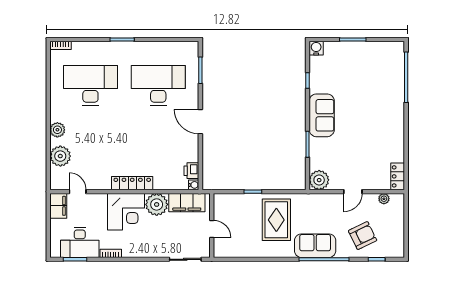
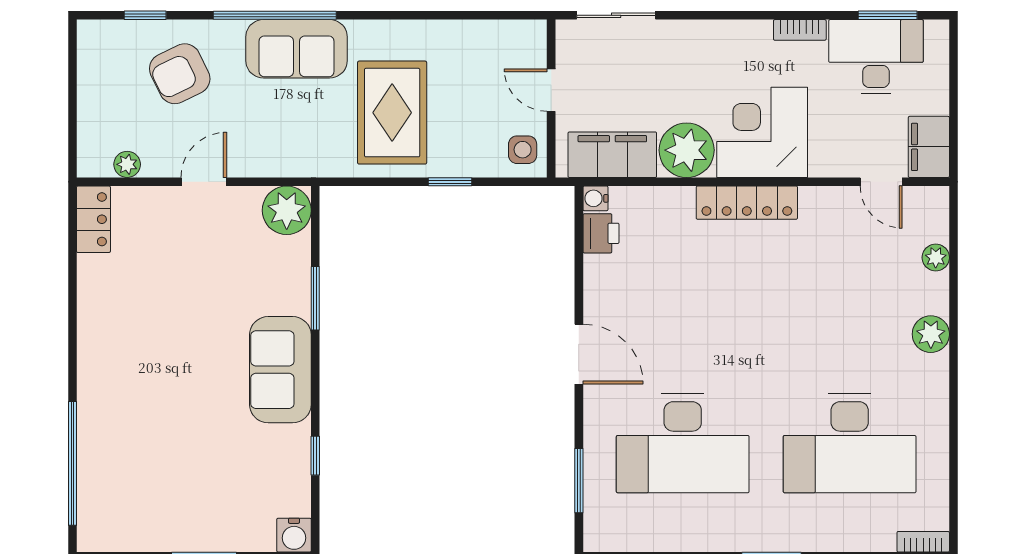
plant: (60, 156) -> (936, 258), width x0.53, depth x0.53
side table: (223, 205) -> (523, 150), added

